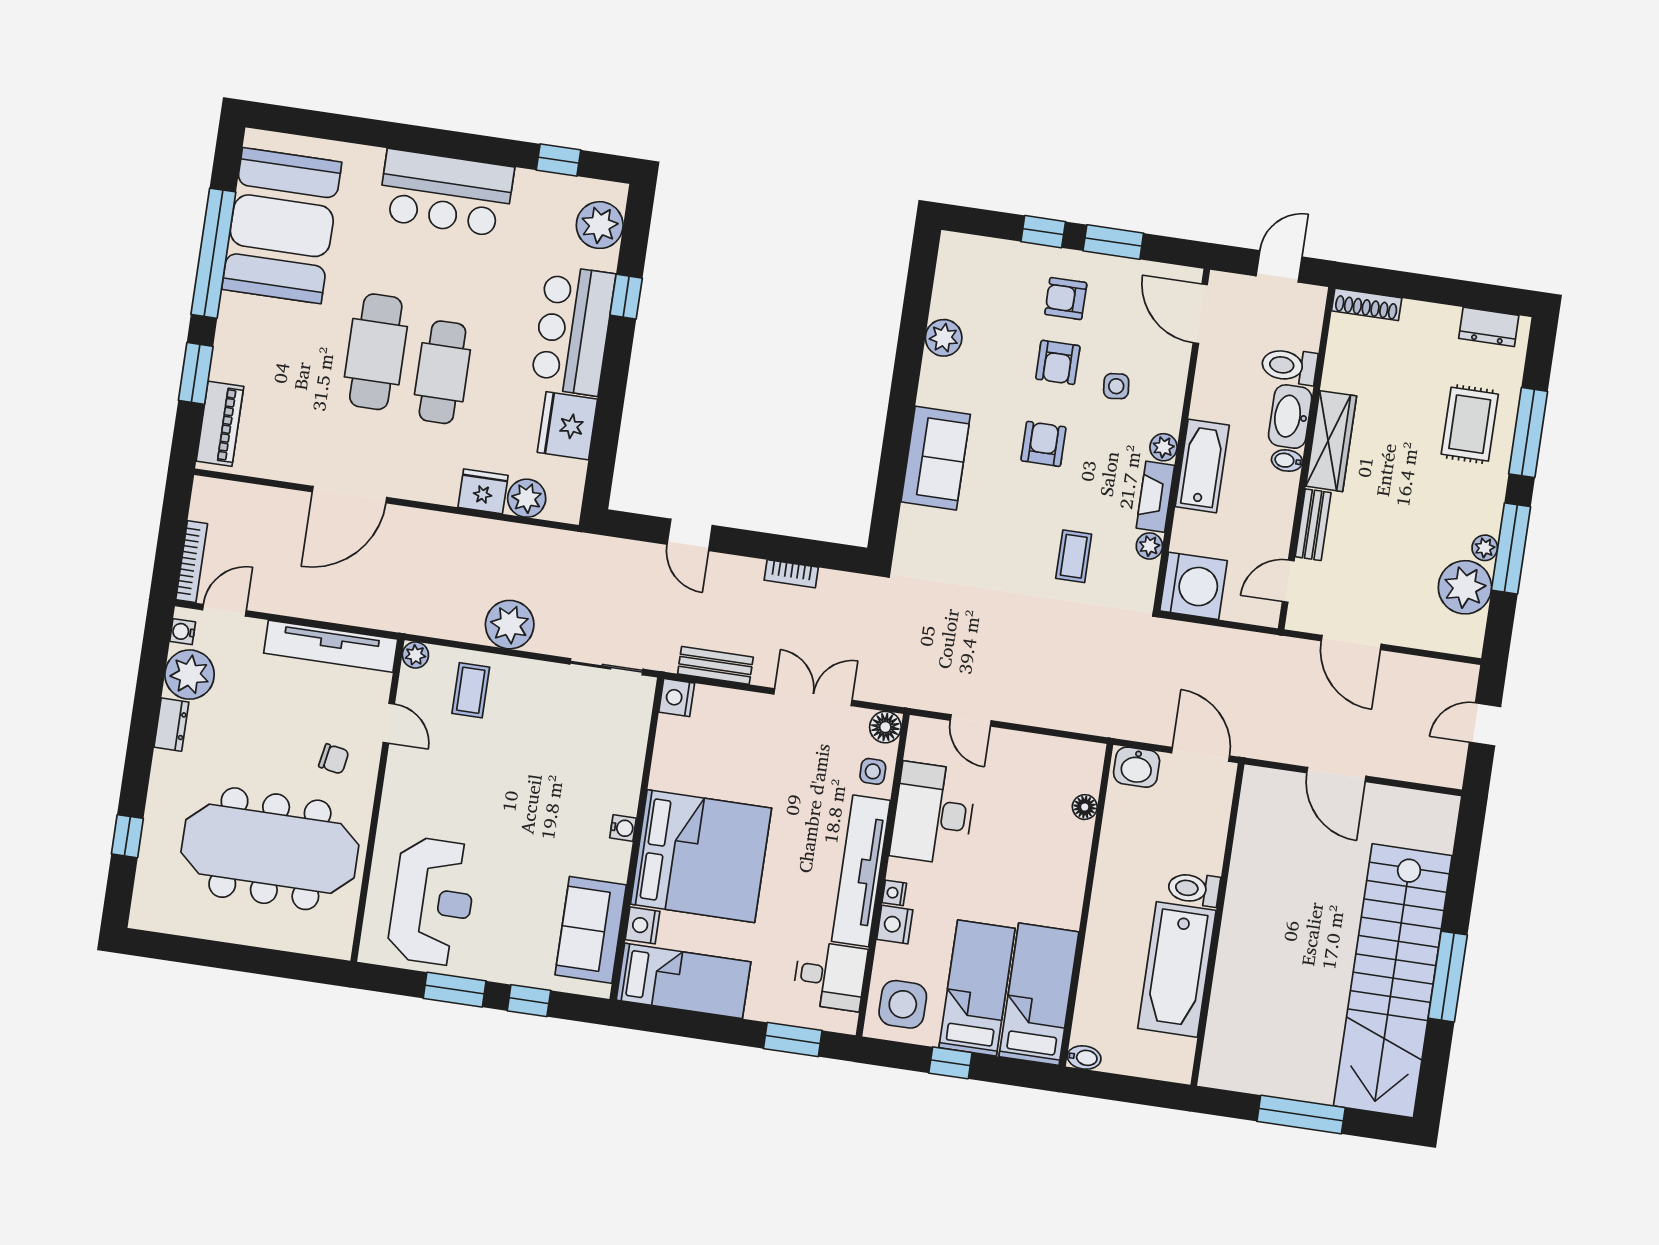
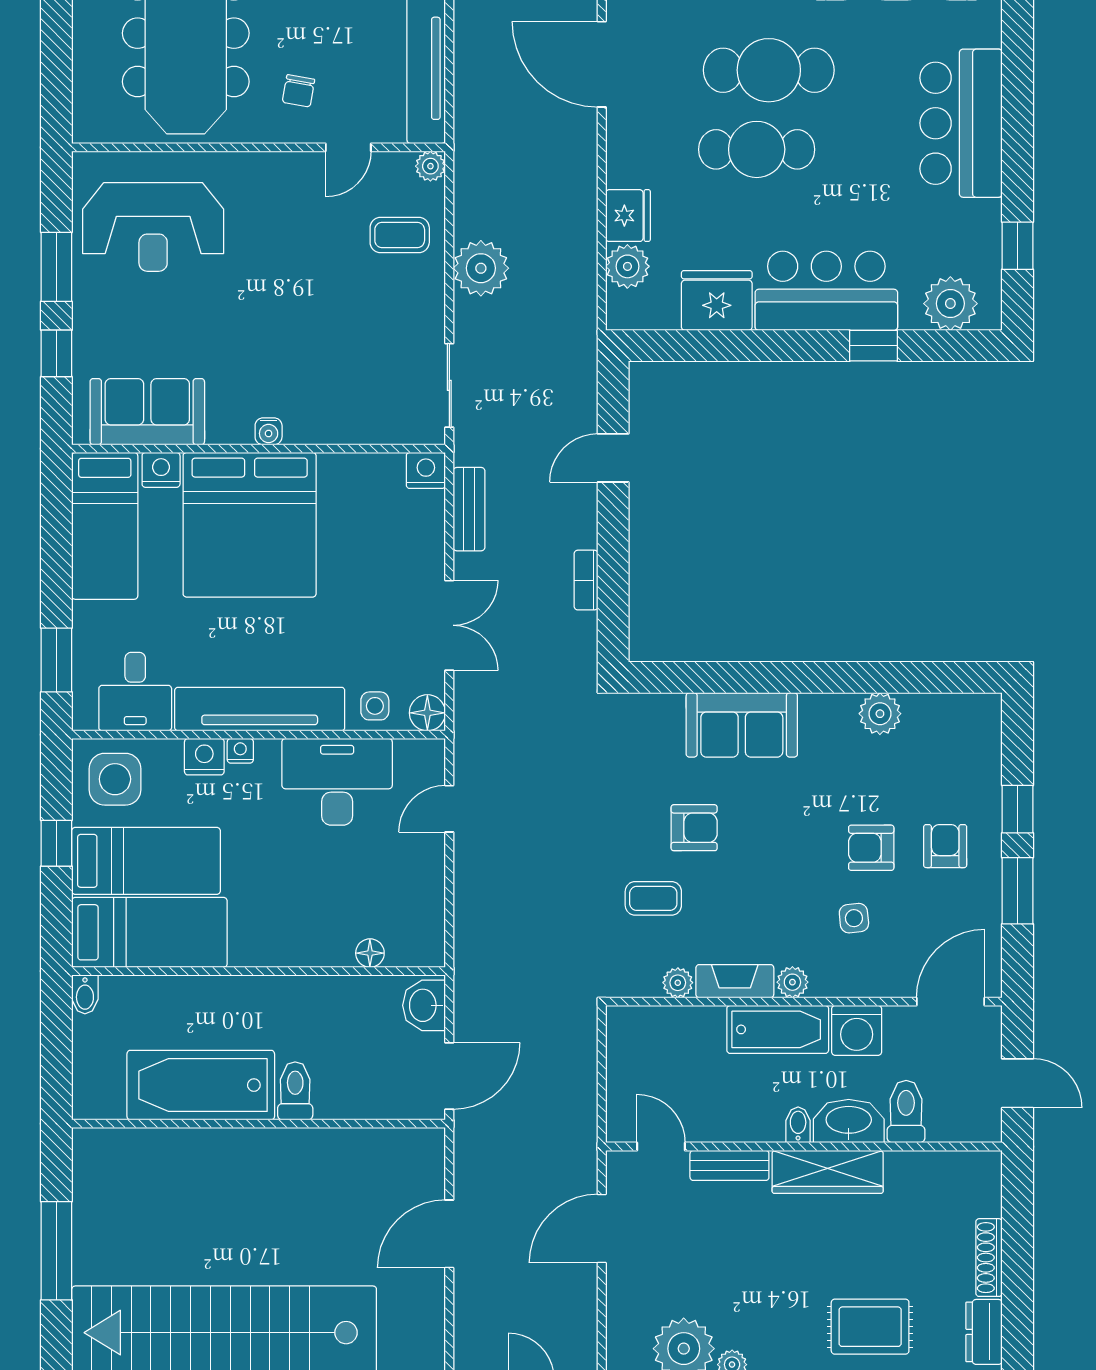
shoe rack: (1367, 304) -> (989, 1258), moved
armchair: (1043, 444) -> (694, 828), moved
washing machine: (1194, 586) -> (857, 1030), moved, width x0.73, depth x0.73

